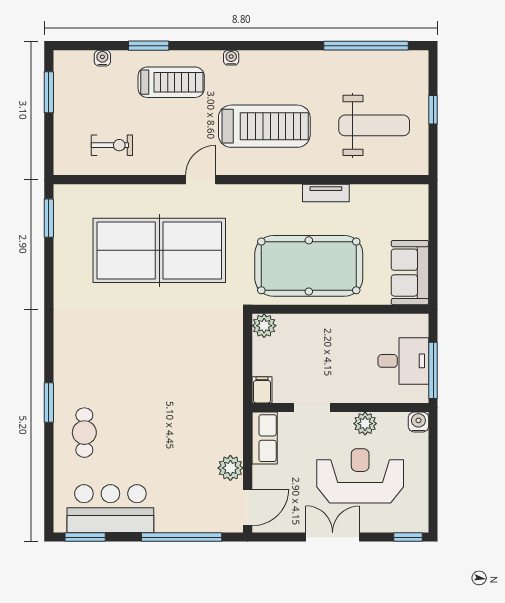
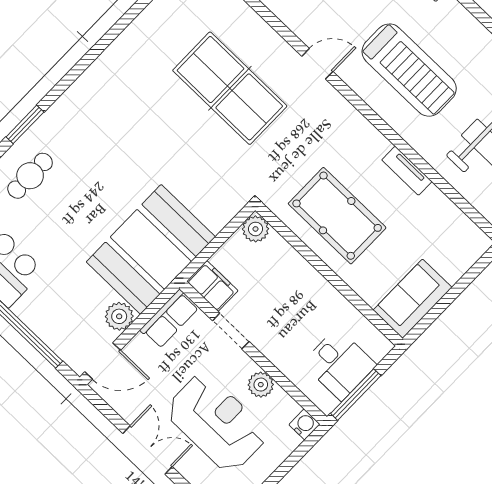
table tennis table: (159, 250) -> (230, 88), width x0.73, depth x0.76
pool table: (309, 266) -> (337, 216), width x0.73, depth x0.76
filing cabinet: (262, 390) -> (212, 286), width x2.00
booth: (209, 405) -> (151, 249), added

